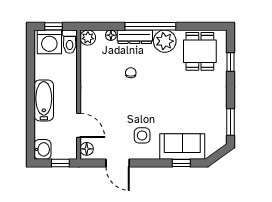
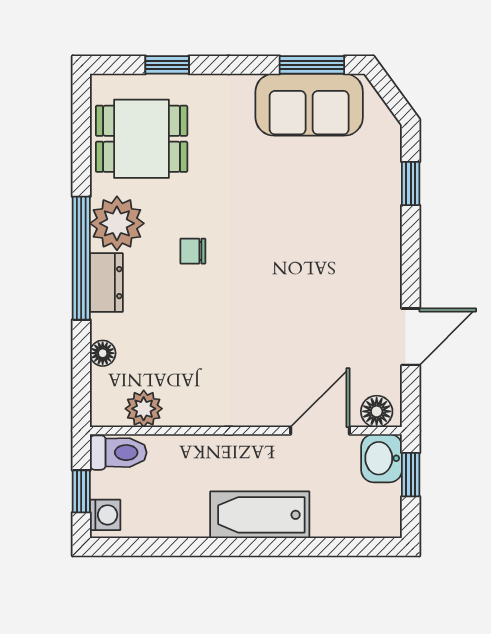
dresser: (135, 37) -> (106, 283), width x0.70
plant: (88, 38) -> (144, 409), moved
washing machine: (49, 42) -> (105, 515), width x0.53, depth x0.53
chair: (131, 73) -> (193, 251), moved
side table: (142, 135) -> (344, 278), removed
sofa: (182, 147) -> (309, 105), moved, turned -90
washbasin: (43, 149) -> (382, 458), moved, turned -90

